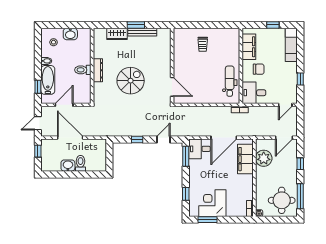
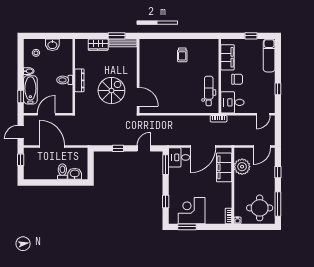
wall: (172, 66) -> (138, 76), moved
door: (172, 87) -> (138, 97), moved
washbasin: (68, 166) -> (75, 174), moved

